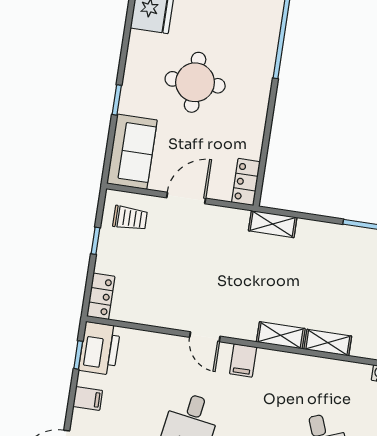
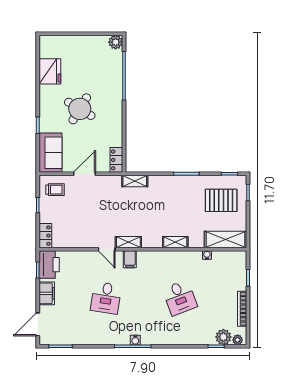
round table: (195, 82) -> (80, 109), turned 31
shelving: (281, 335) -> (128, 242), moved
filing cabinet: (88, 399) -> (47, 293), width x2.00

